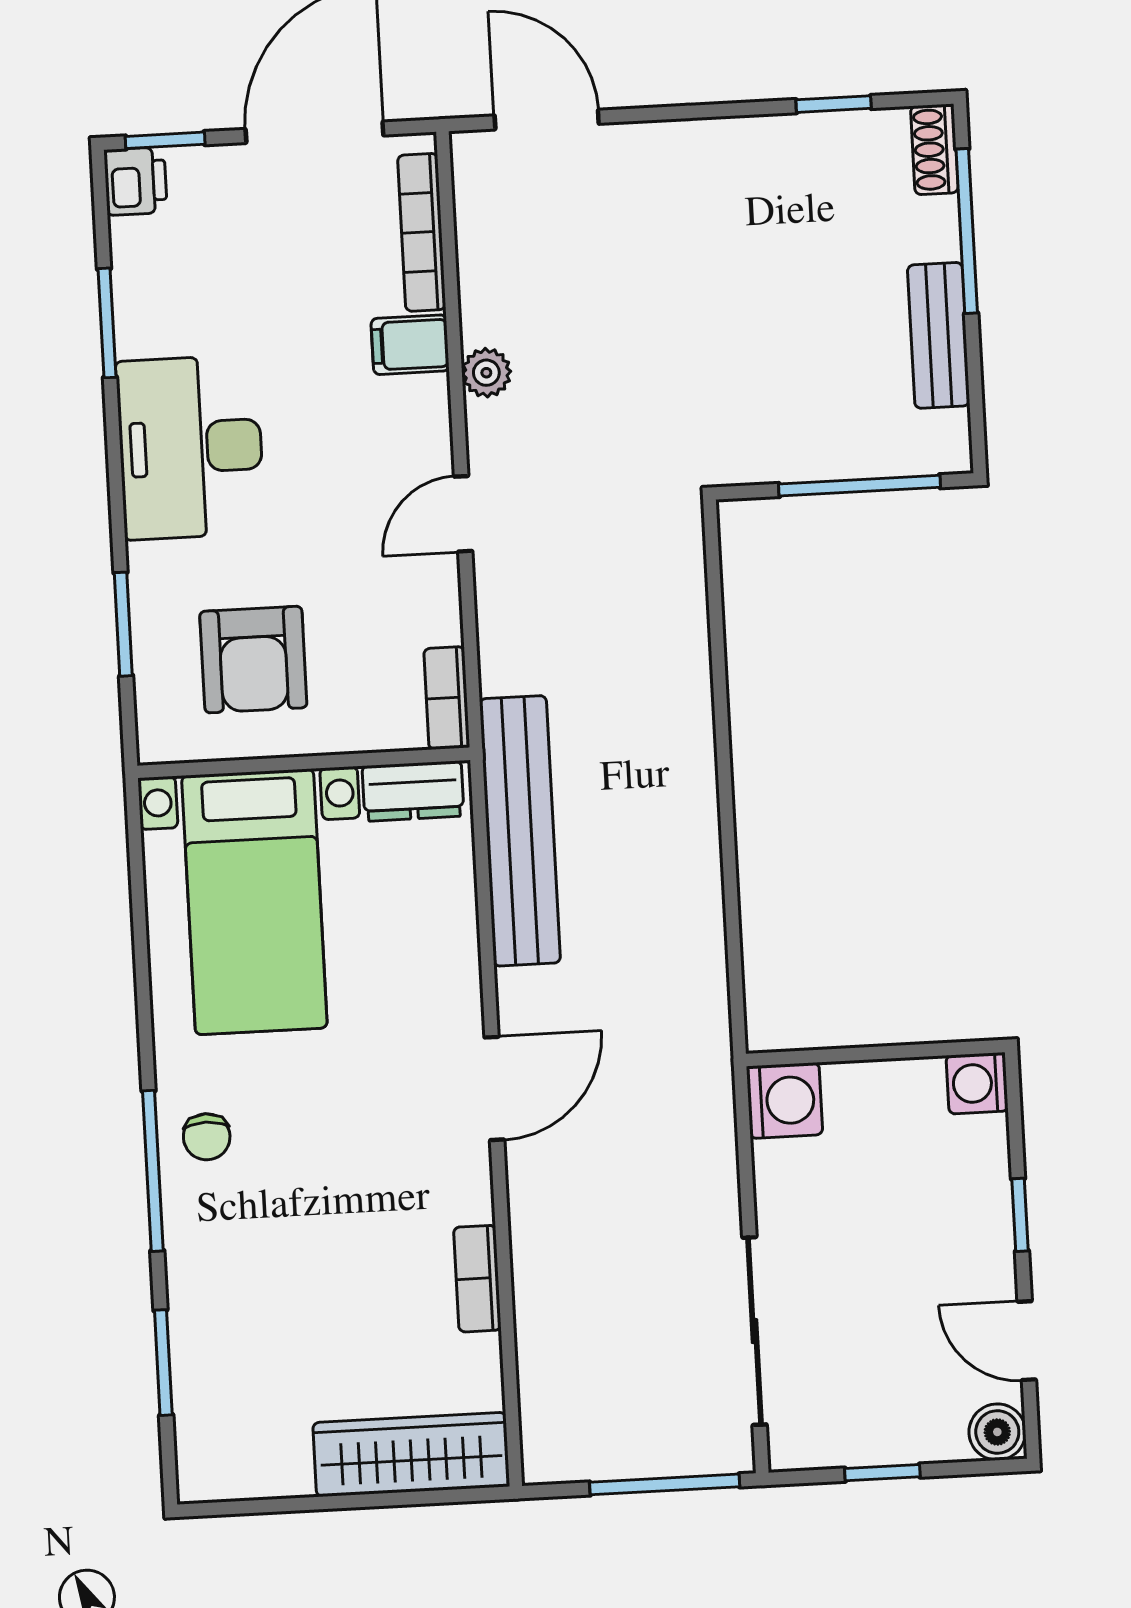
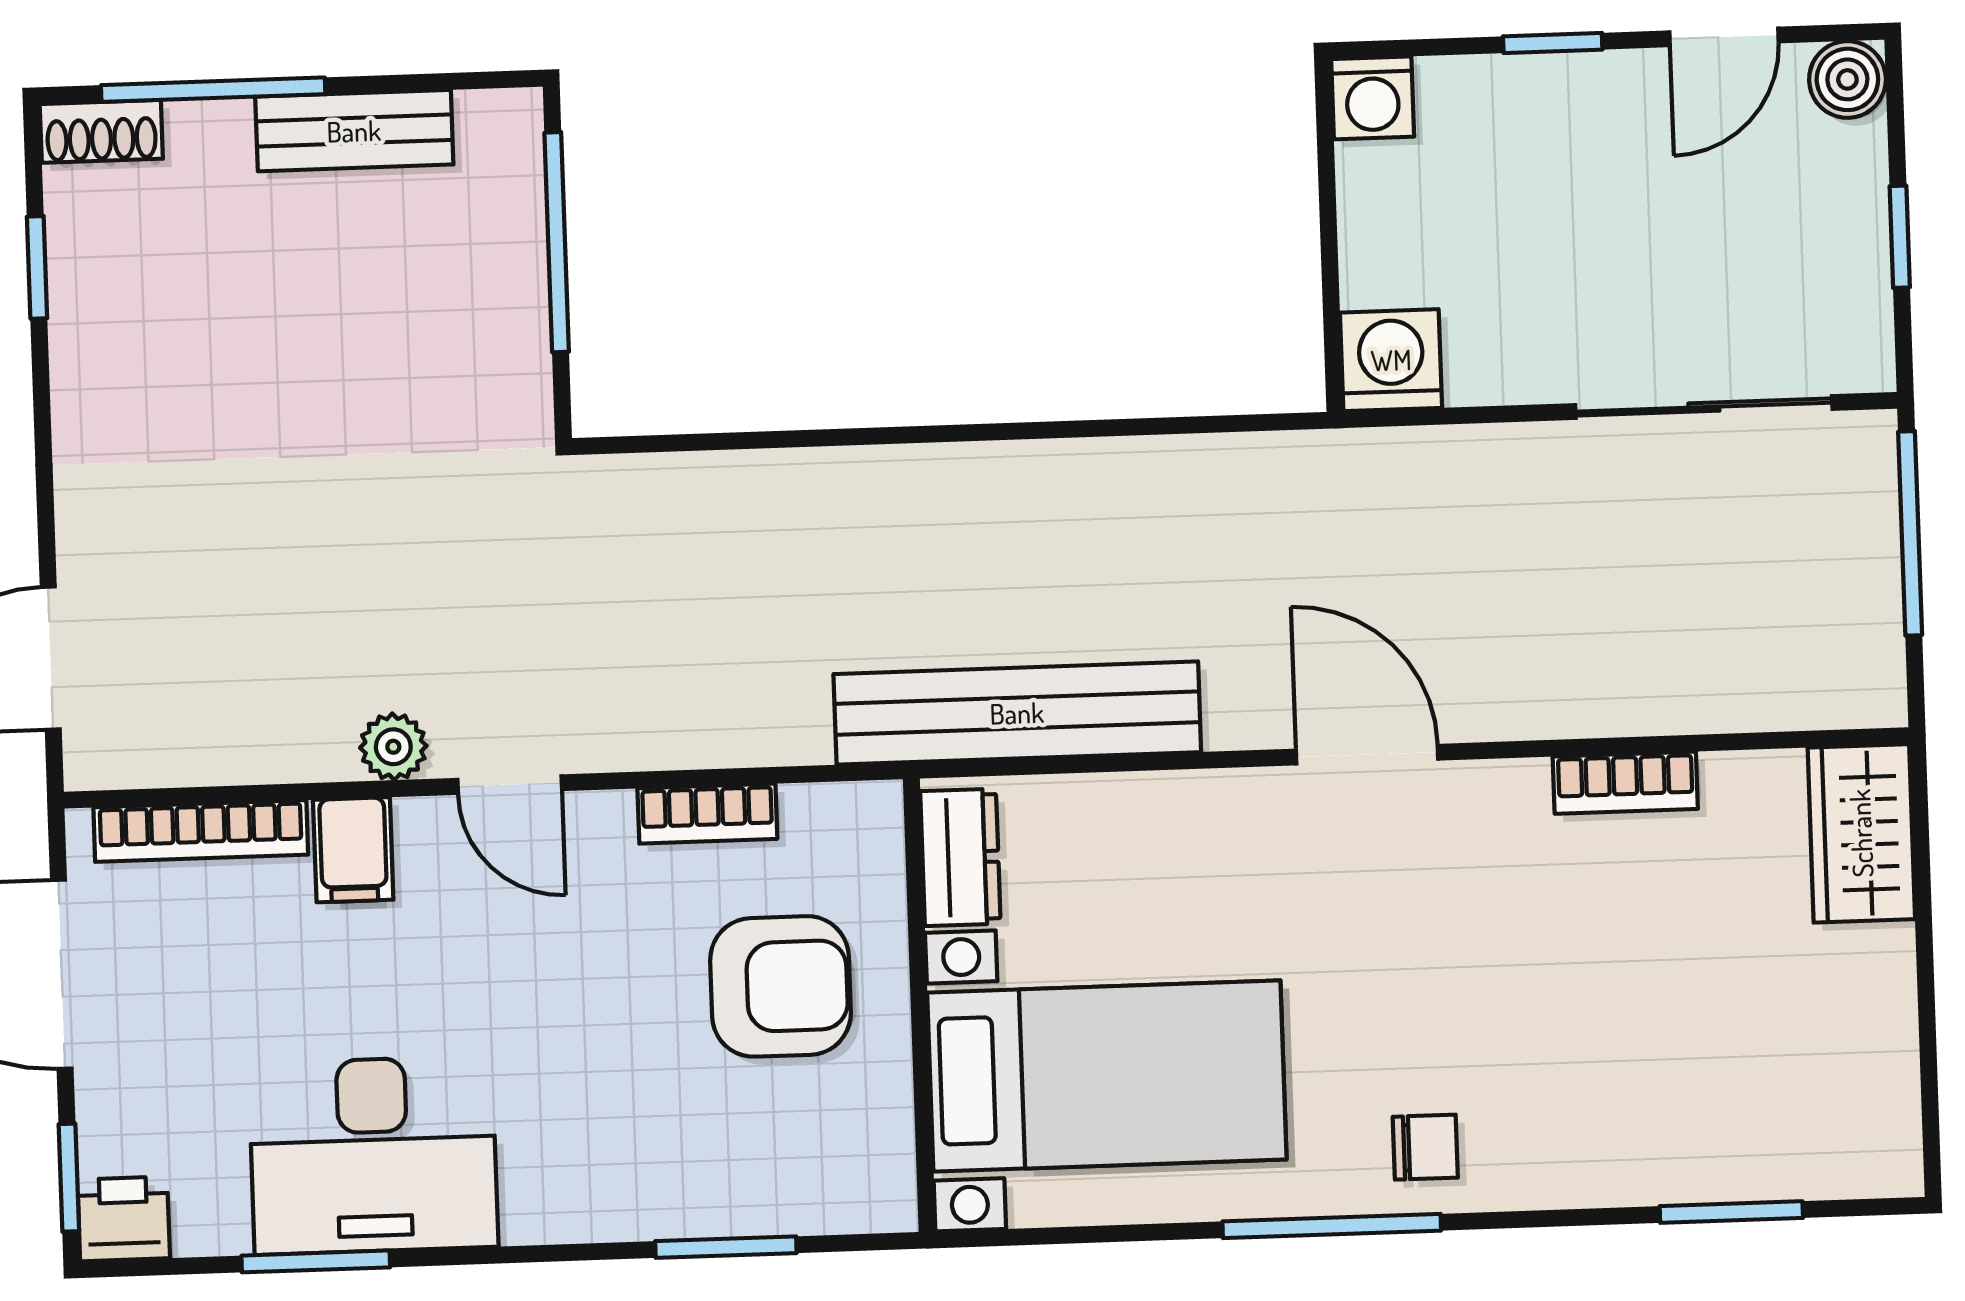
desk: (190, 447) -> (373, 1155), moved
door: (463, 514) -> (510, 785), moved
armchair: (253, 660) -> (781, 986), moved
bookcase: (447, 698) -> (707, 814), moved
window: (153, 1171) -> (1332, 1226), moved
wardrobe: (411, 1455) -> (1861, 833), width x0.67

